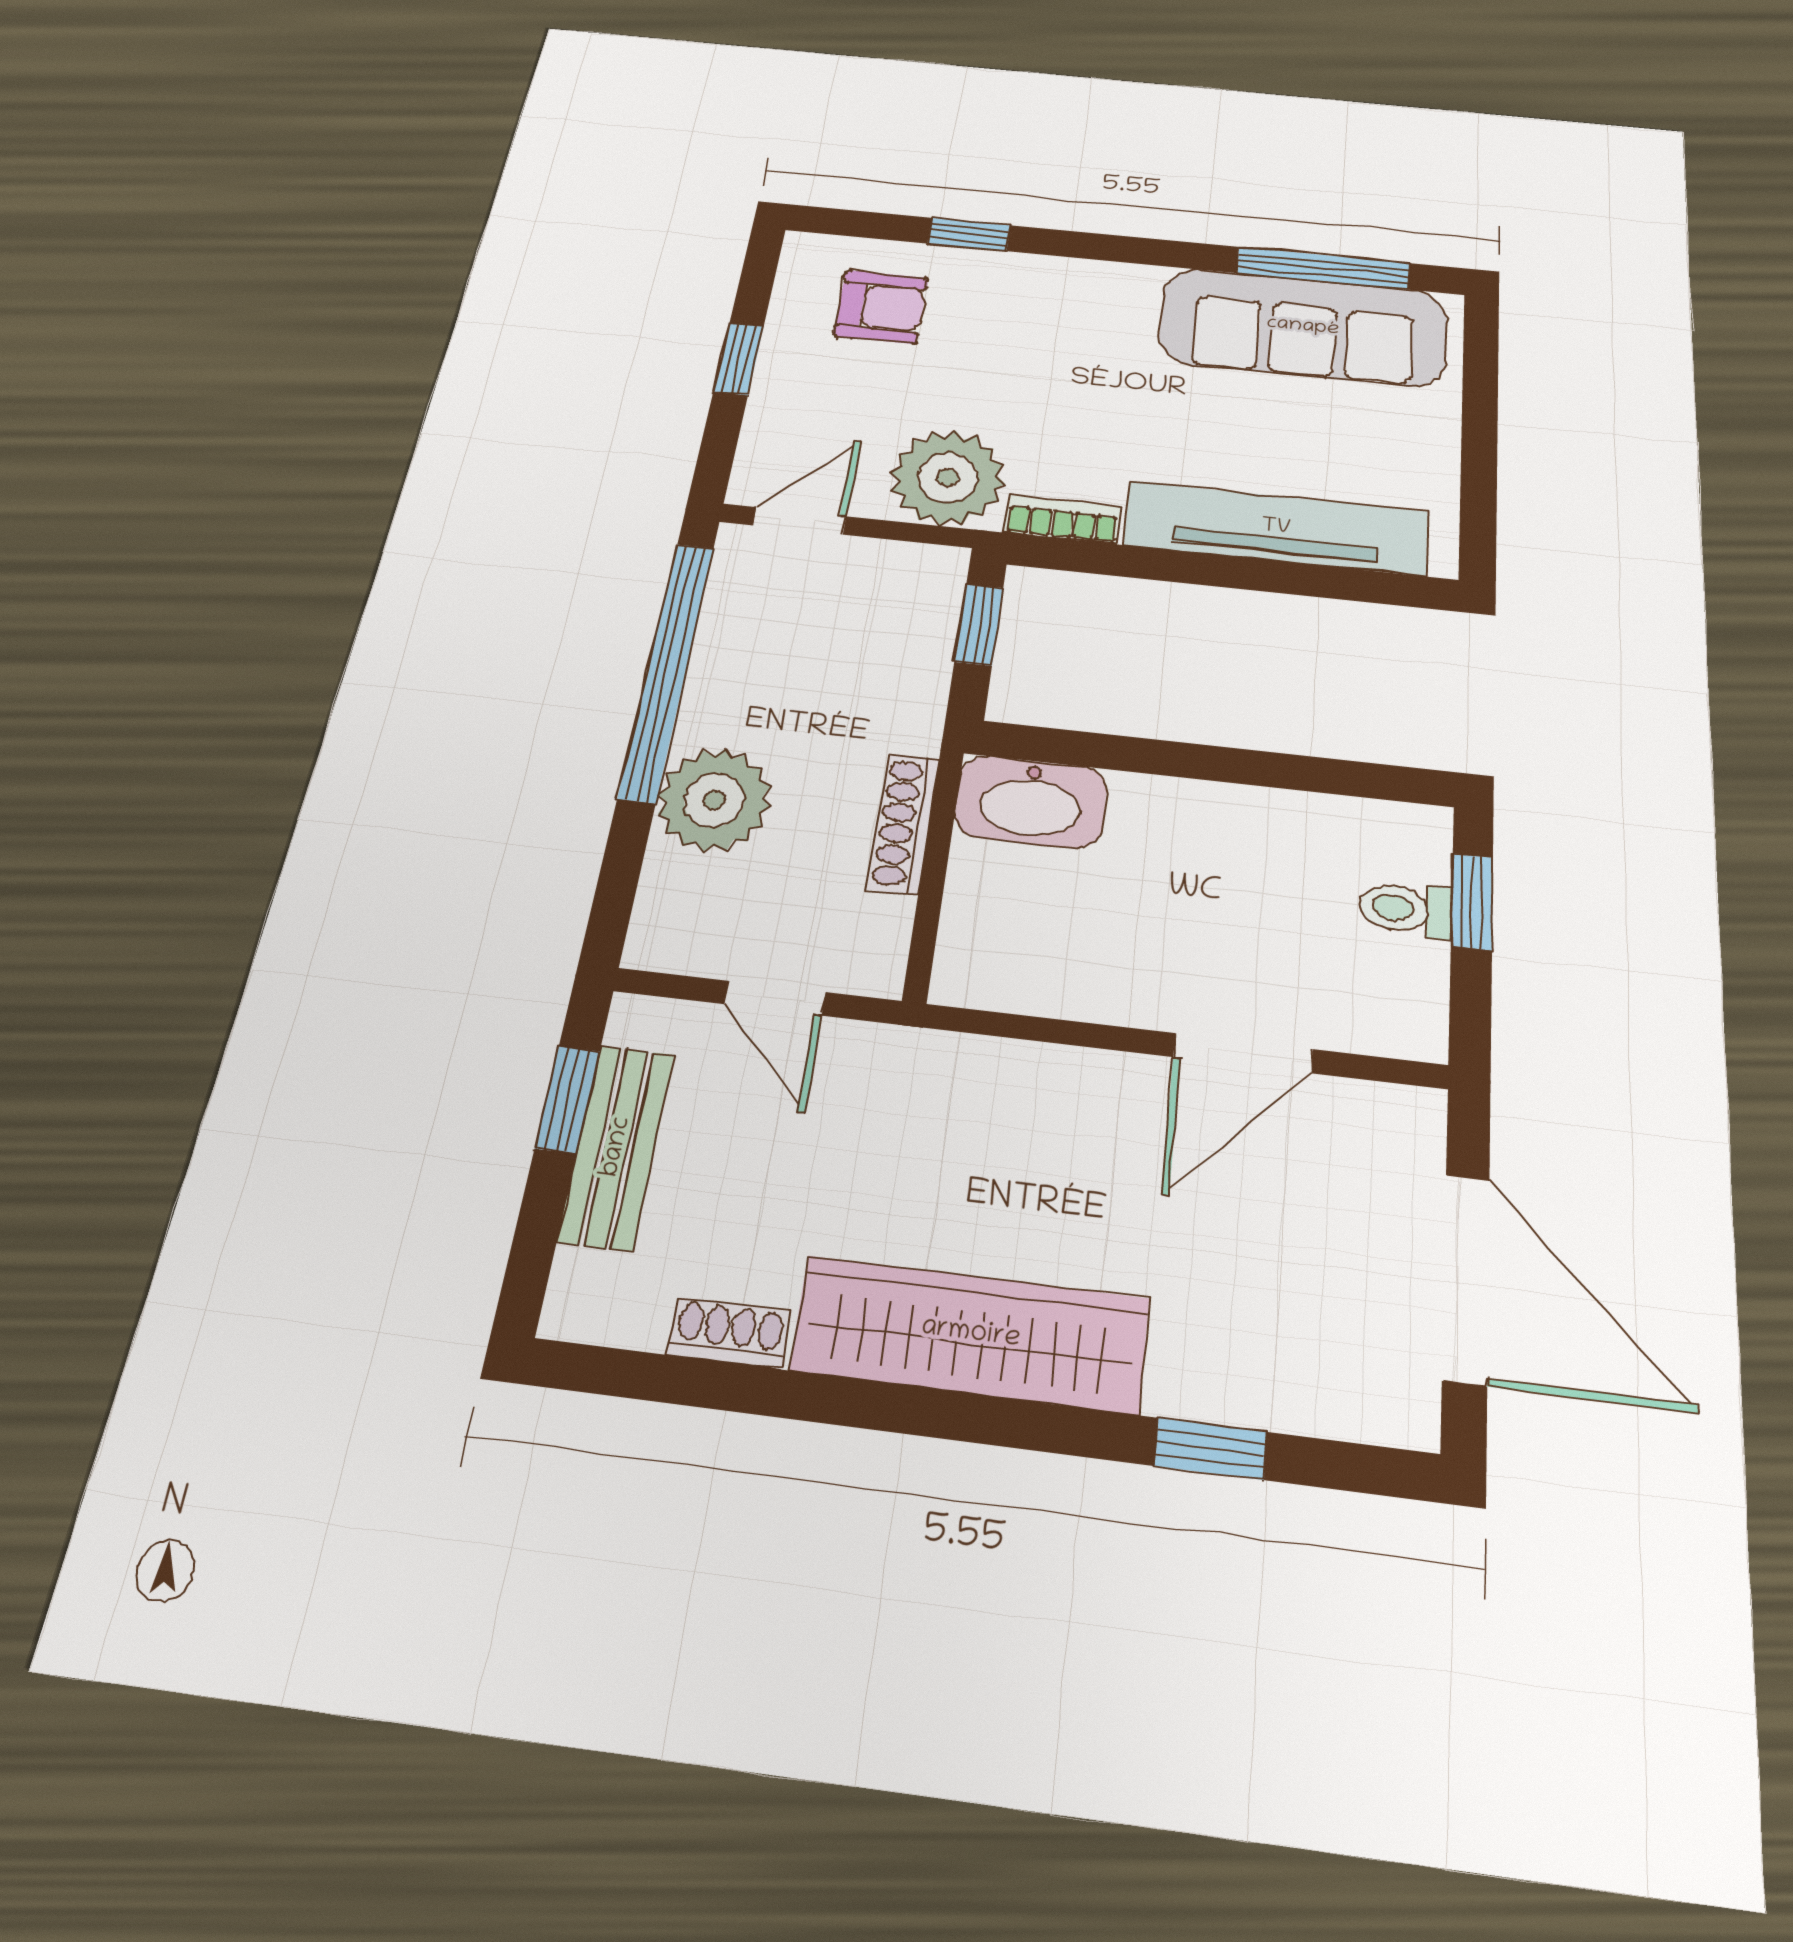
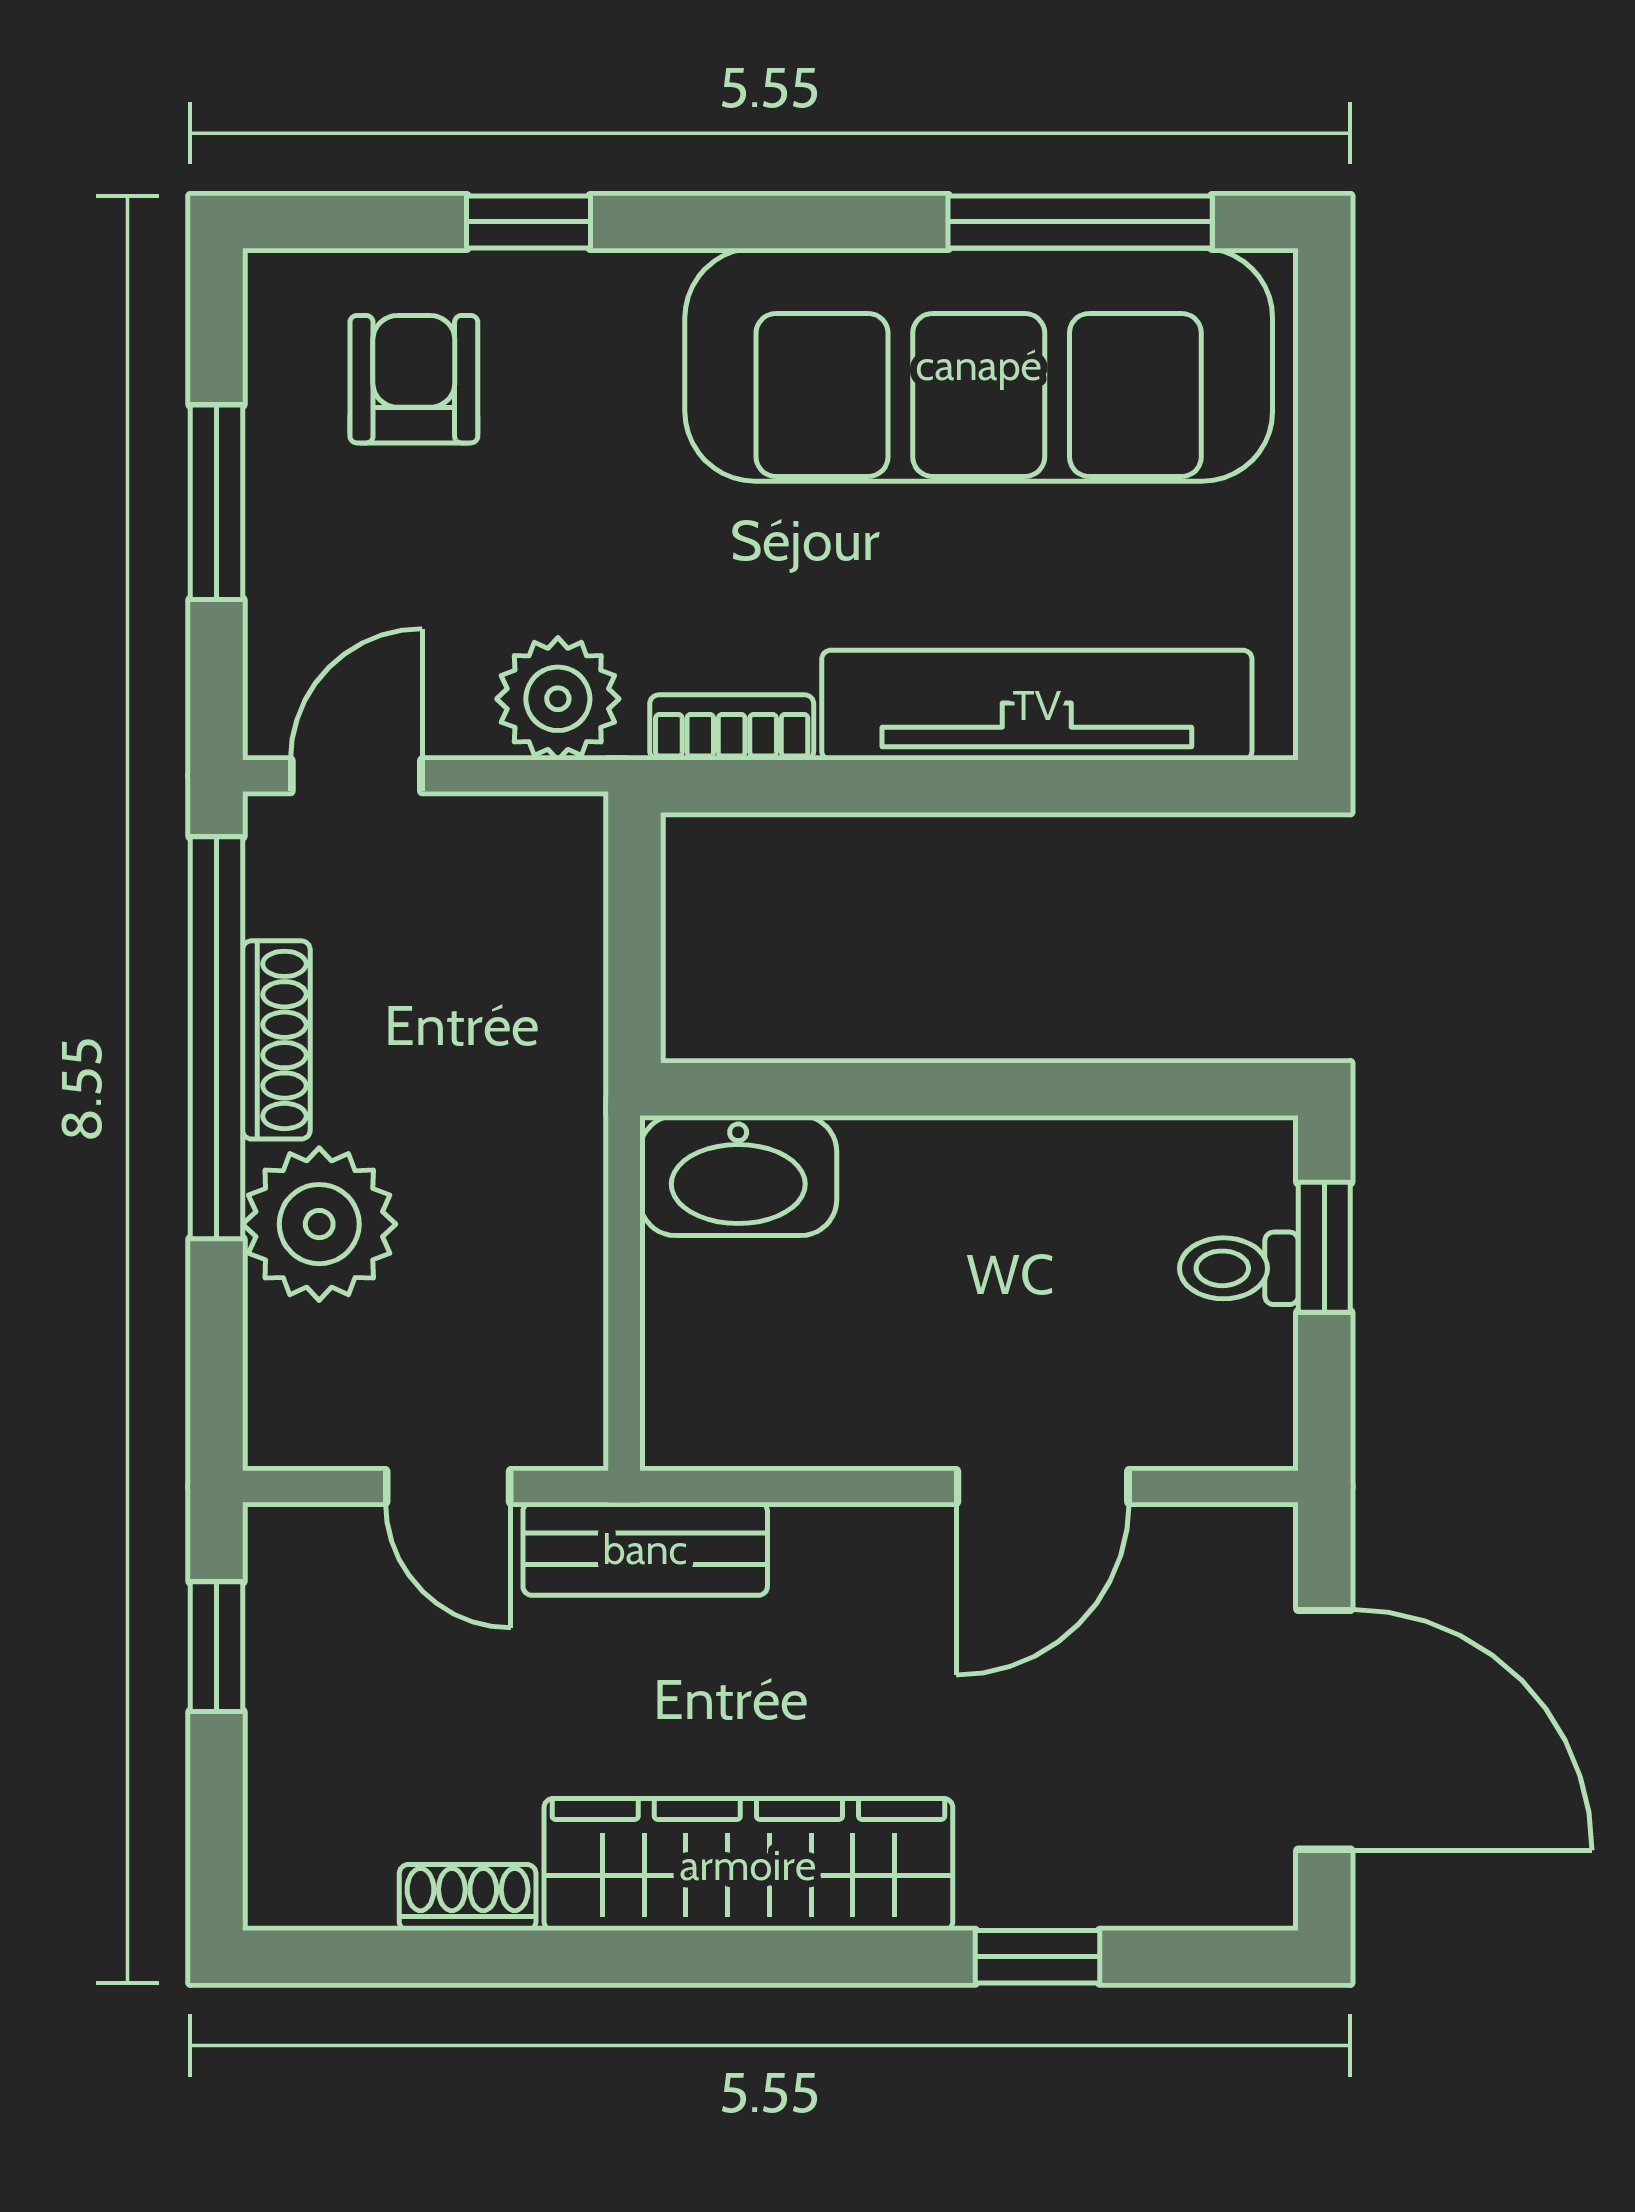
armchair: (881, 307) -> (414, 379), turned -90
sofa: (1303, 327) -> (979, 365), width x1.36, depth x1.27
window: (739, 359) -> (217, 502), width x1.50
plant: (948, 478) -> (558, 699), width x0.73, depth x0.73
window: (979, 625) -> (635, 915), removed
shoe rack: (904, 823) -> (276, 1040), moved, turned 180
bench: (617, 1147) -> (645, 1549), moved, turned 90

